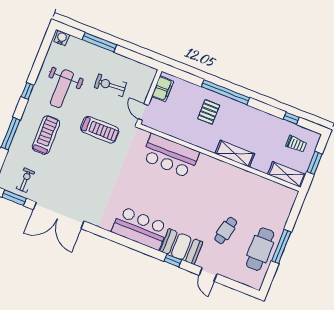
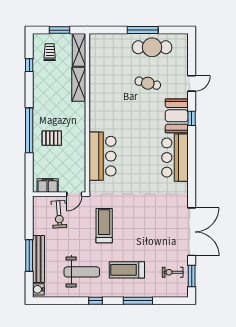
bench: (92, 50) -> (38, 259), added
exercise bike: (110, 85) -> (59, 214), moved
shelving: (235, 154) -> (79, 84), moved

